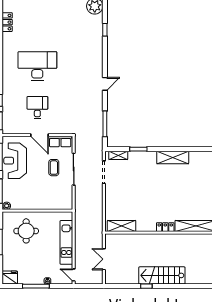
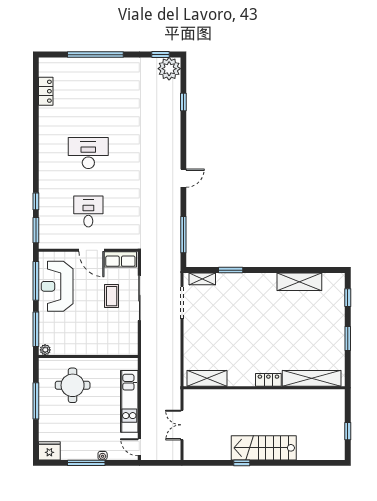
desk: (37, 66) -> (88, 153), width x0.73, depth x0.77
shelving: (173, 157) -> (299, 282), moved

